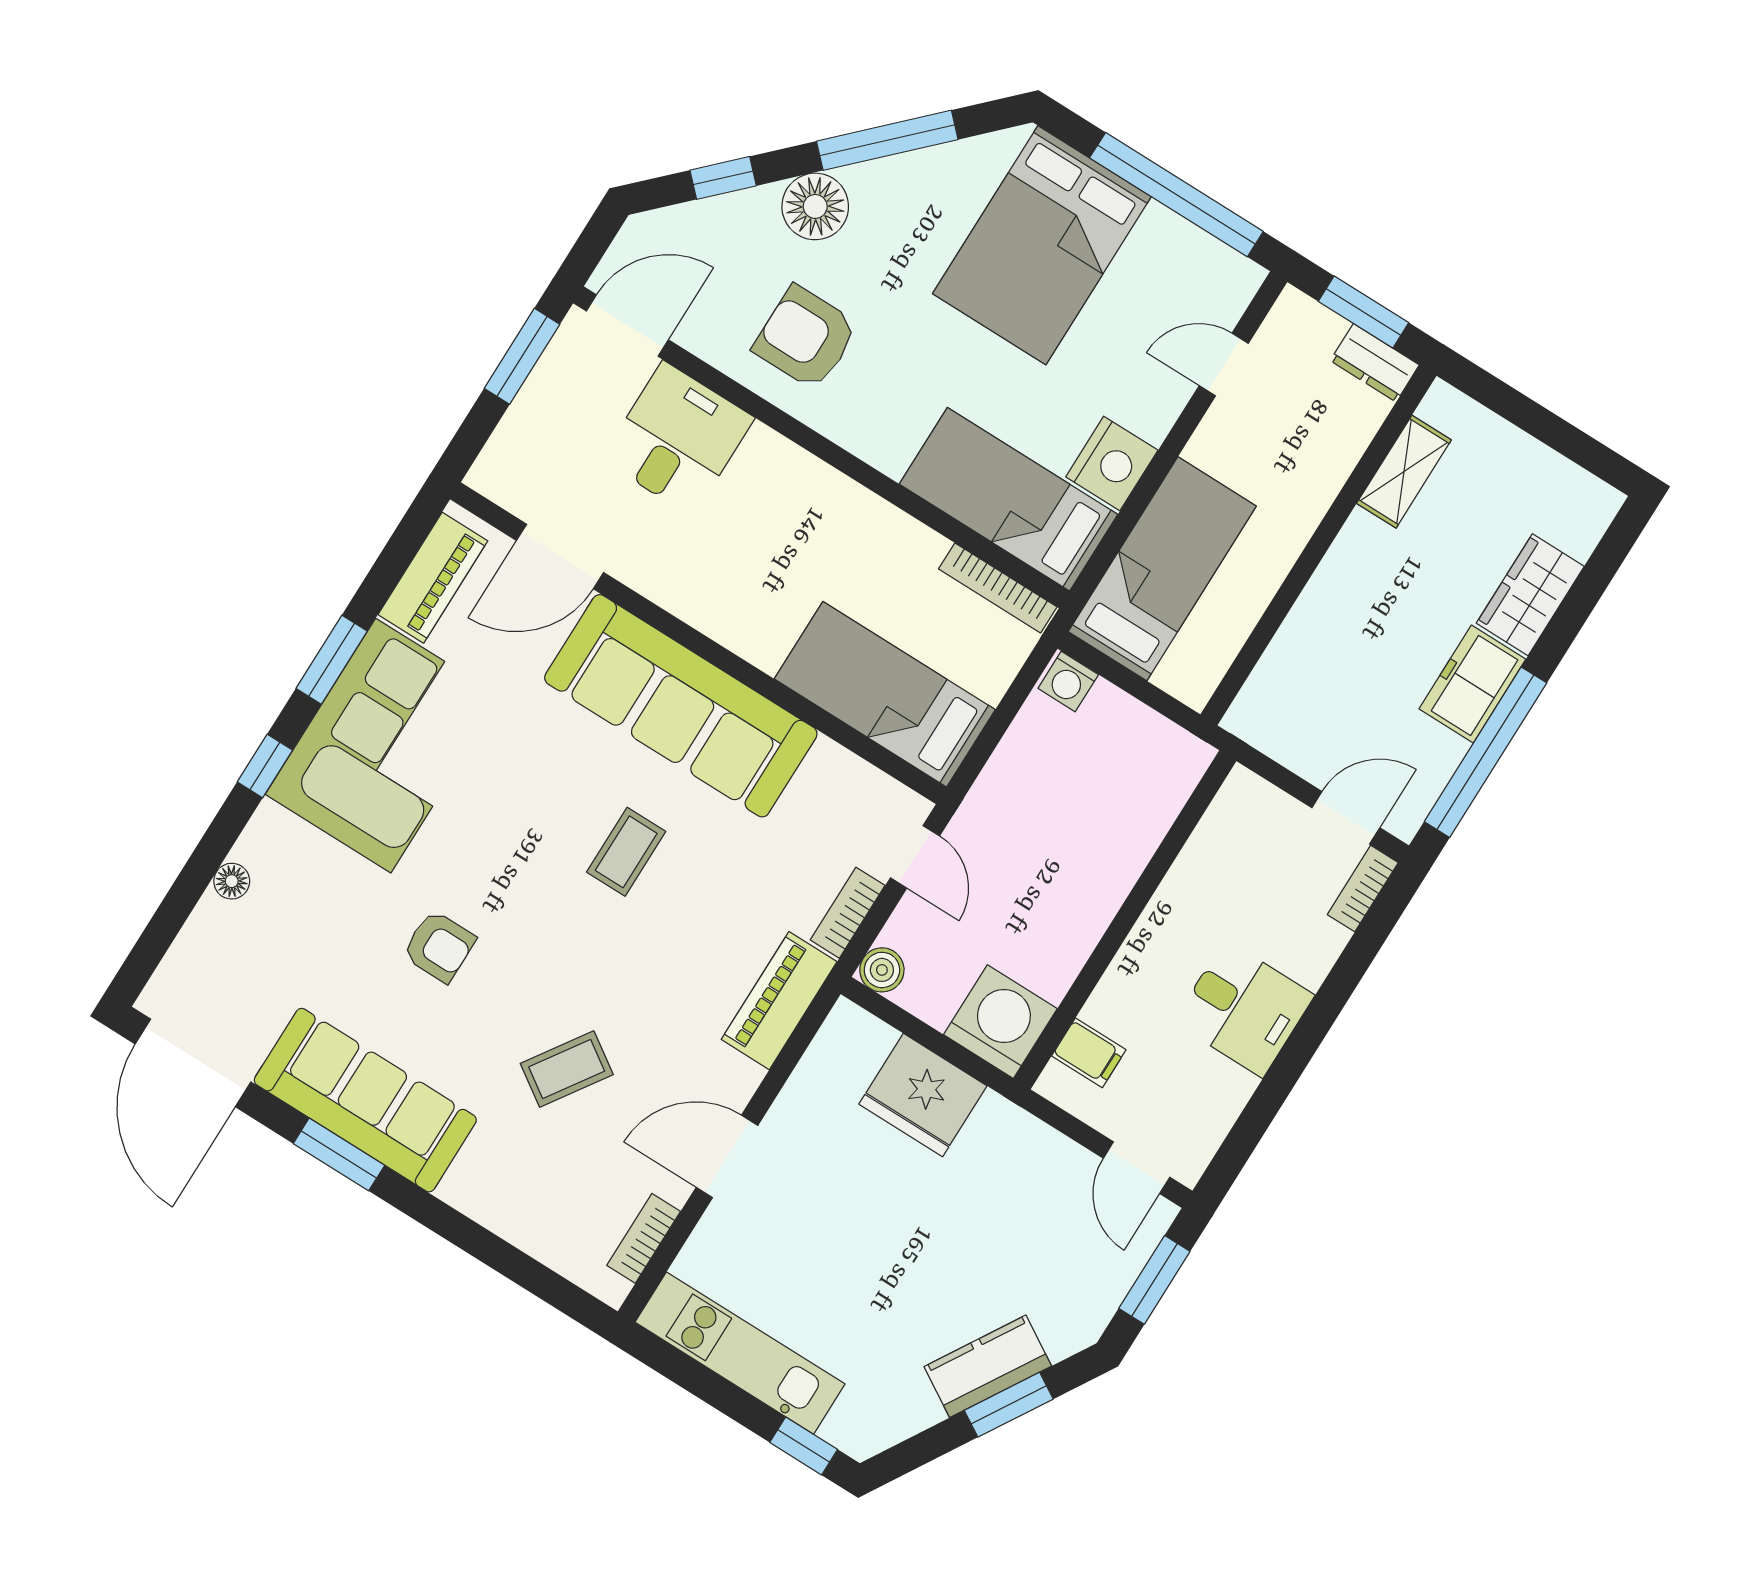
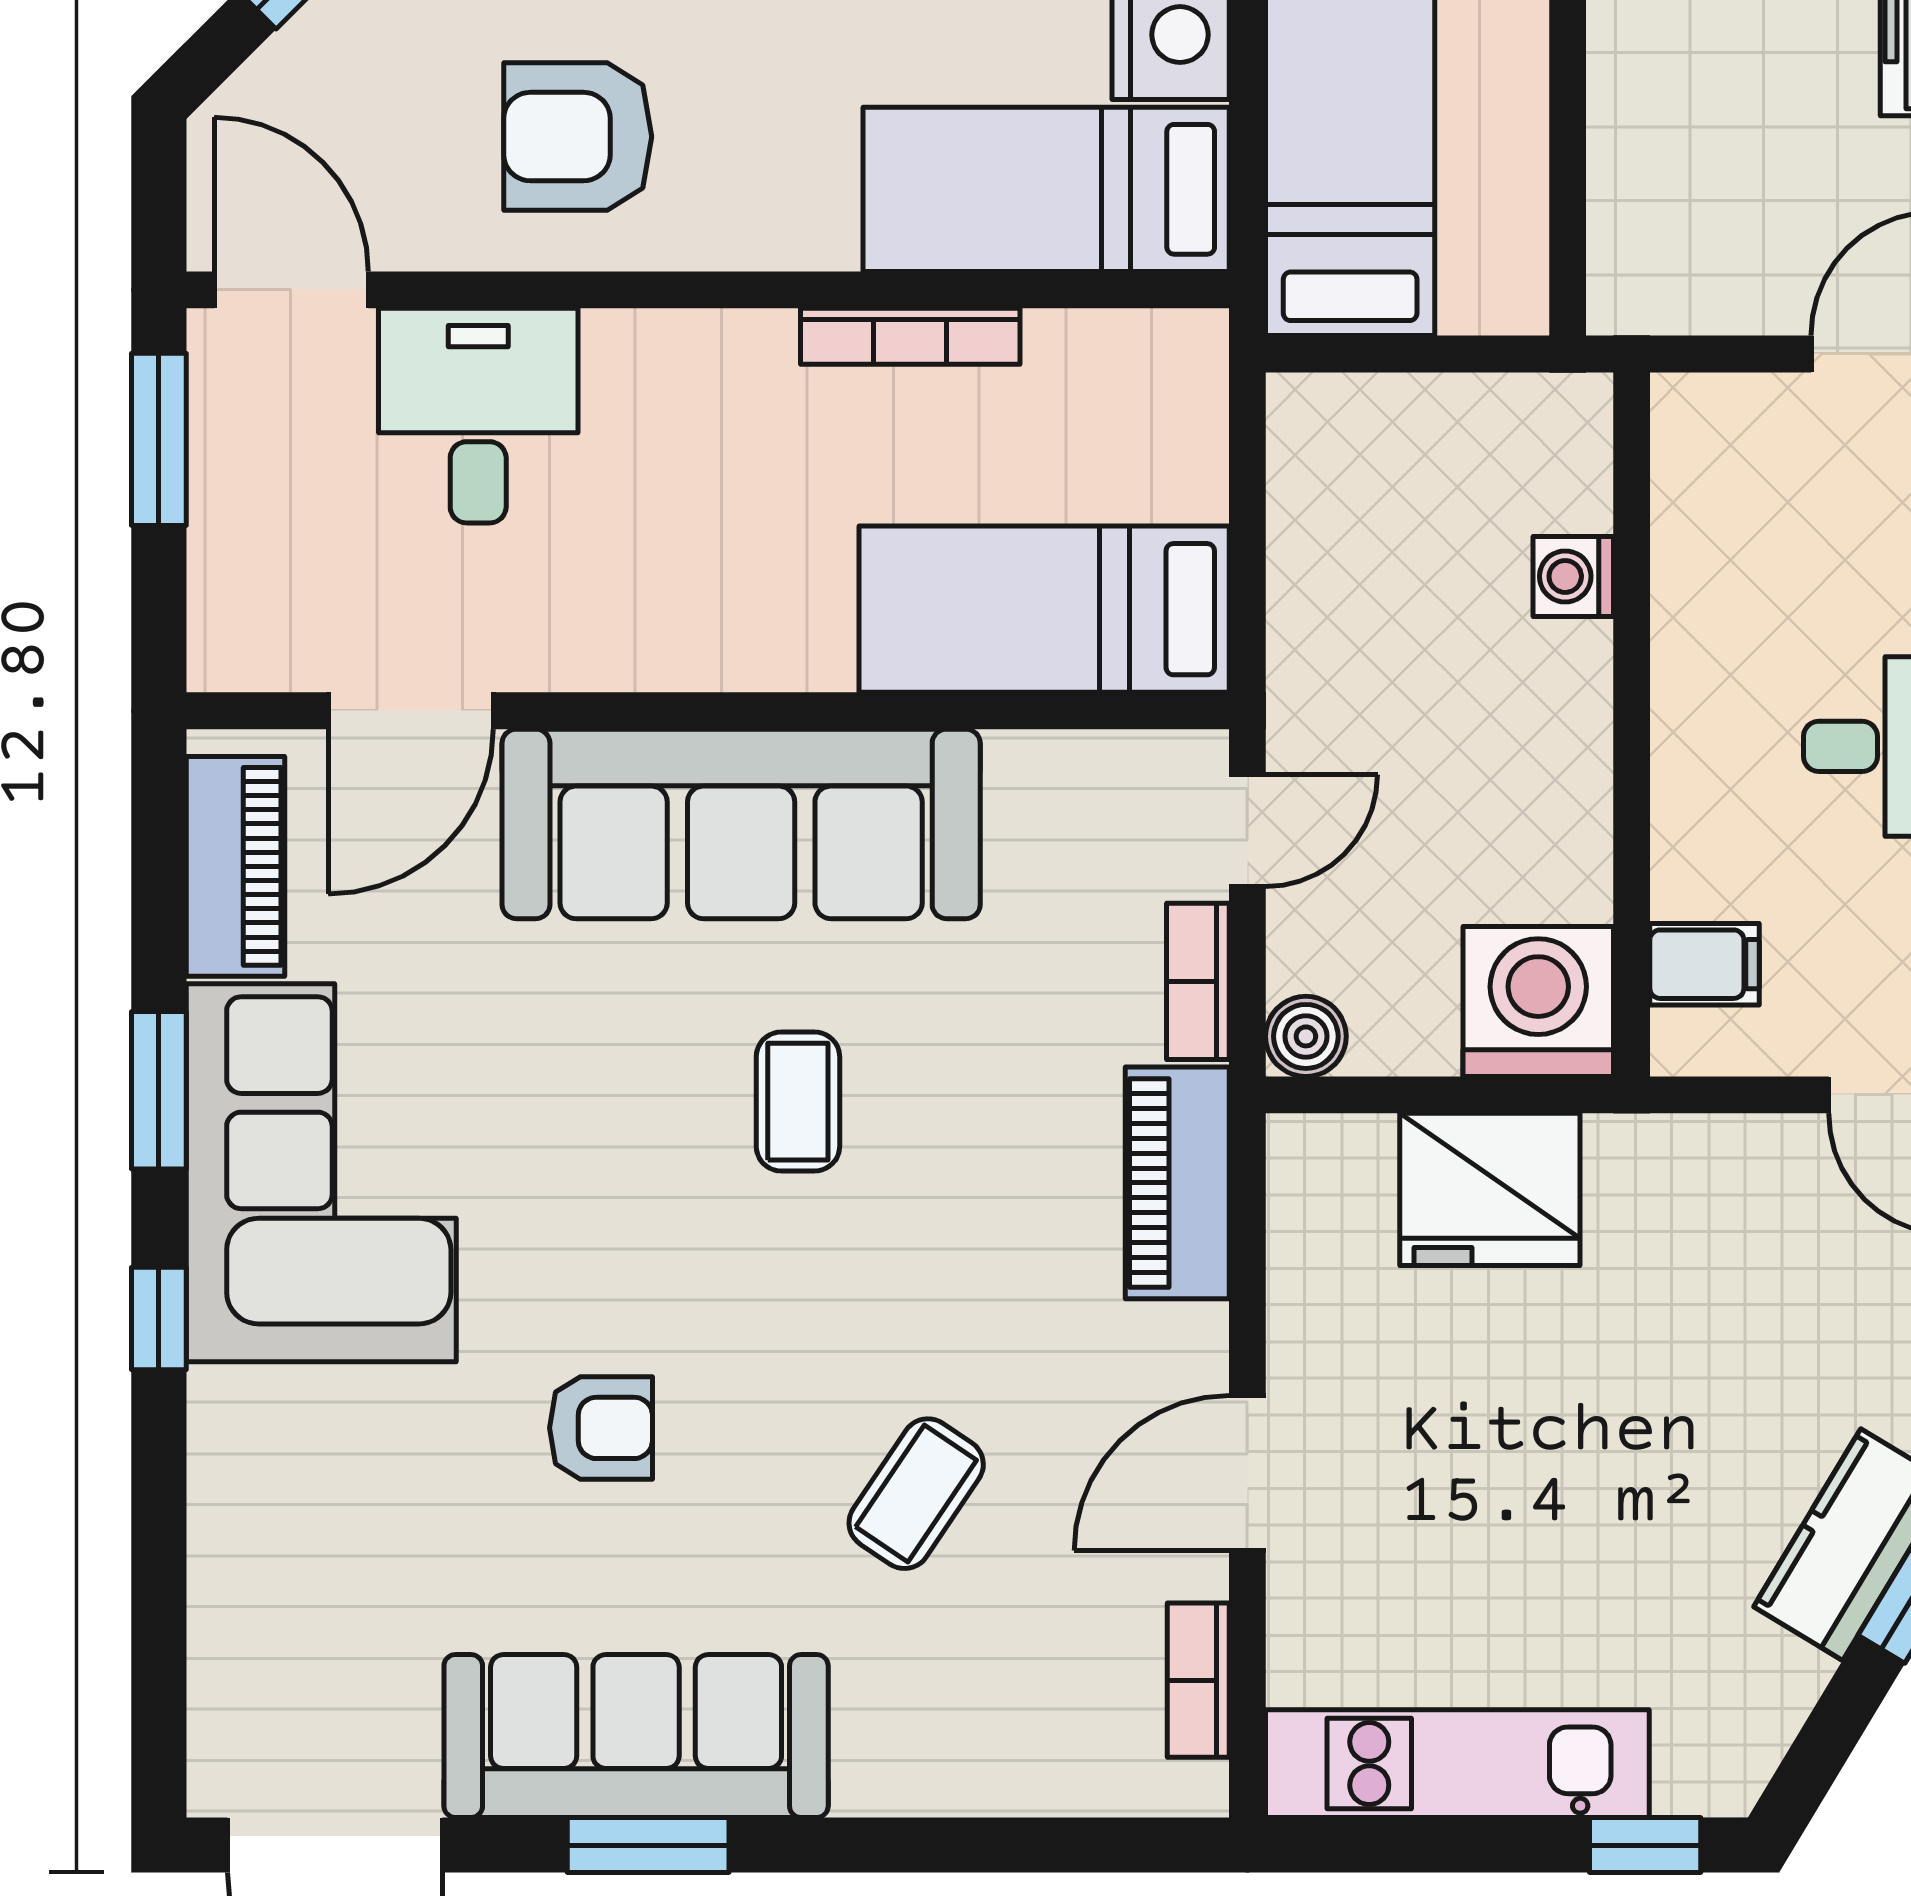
door: (627, 325) -> (291, 290), hinge flipped
bookcase: (998, 588) -> (910, 336), moved
washing machine: (1068, 681) -> (1573, 576), moved, turned 90
door: (915, 857) -> (1247, 831), hinge flipped
floor lamp: (232, 881) -> (219, 1528), removed

